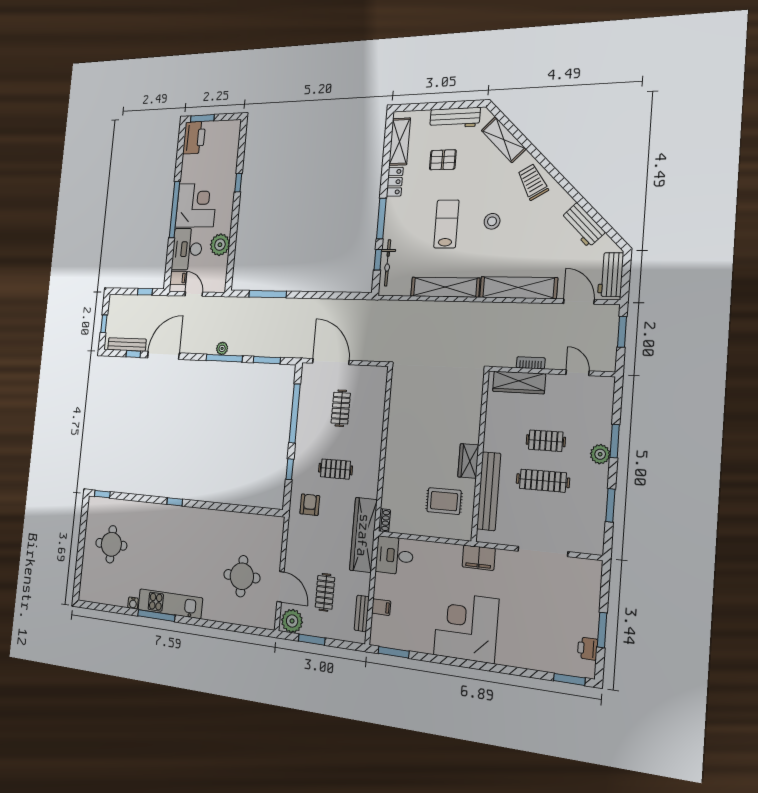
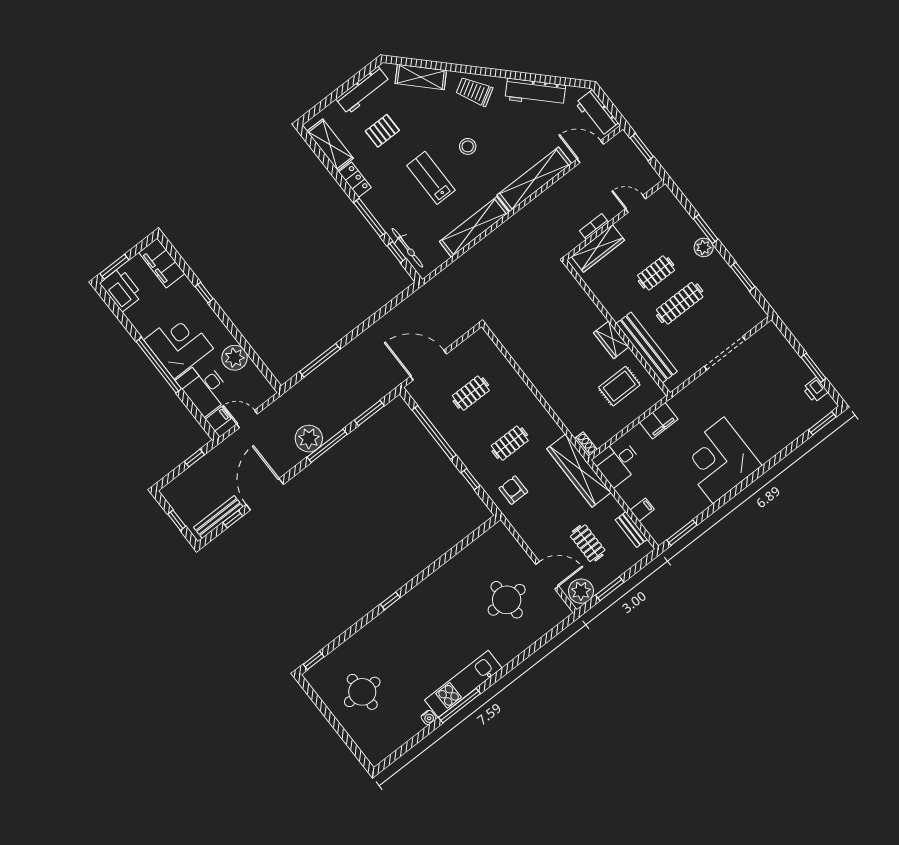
filing cabinet: (231, 140) -> (162, 263), added
workbench: (583, 225) -> (535, 92), width x1.38
plant: (222, 348) -> (309, 439), width x1.88, depth x1.88
clothes rail: (341, 408) -> (471, 393), turned 90
filing cabinet: (479, 558) -> (659, 421), moved

